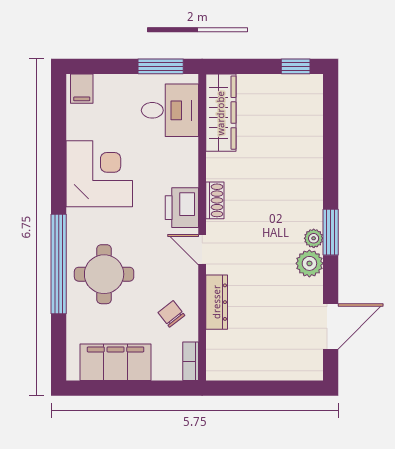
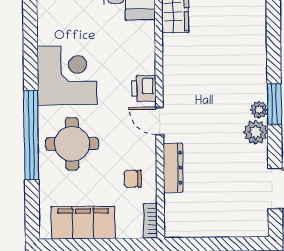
corner desk: (99, 174) -> (67, 75), moved
shoe rack: (215, 200) -> (170, 77), removed
printer: (182, 208) -> (144, 88), width x0.73, depth x0.81
chair: (171, 314) -> (133, 179), turned -52

